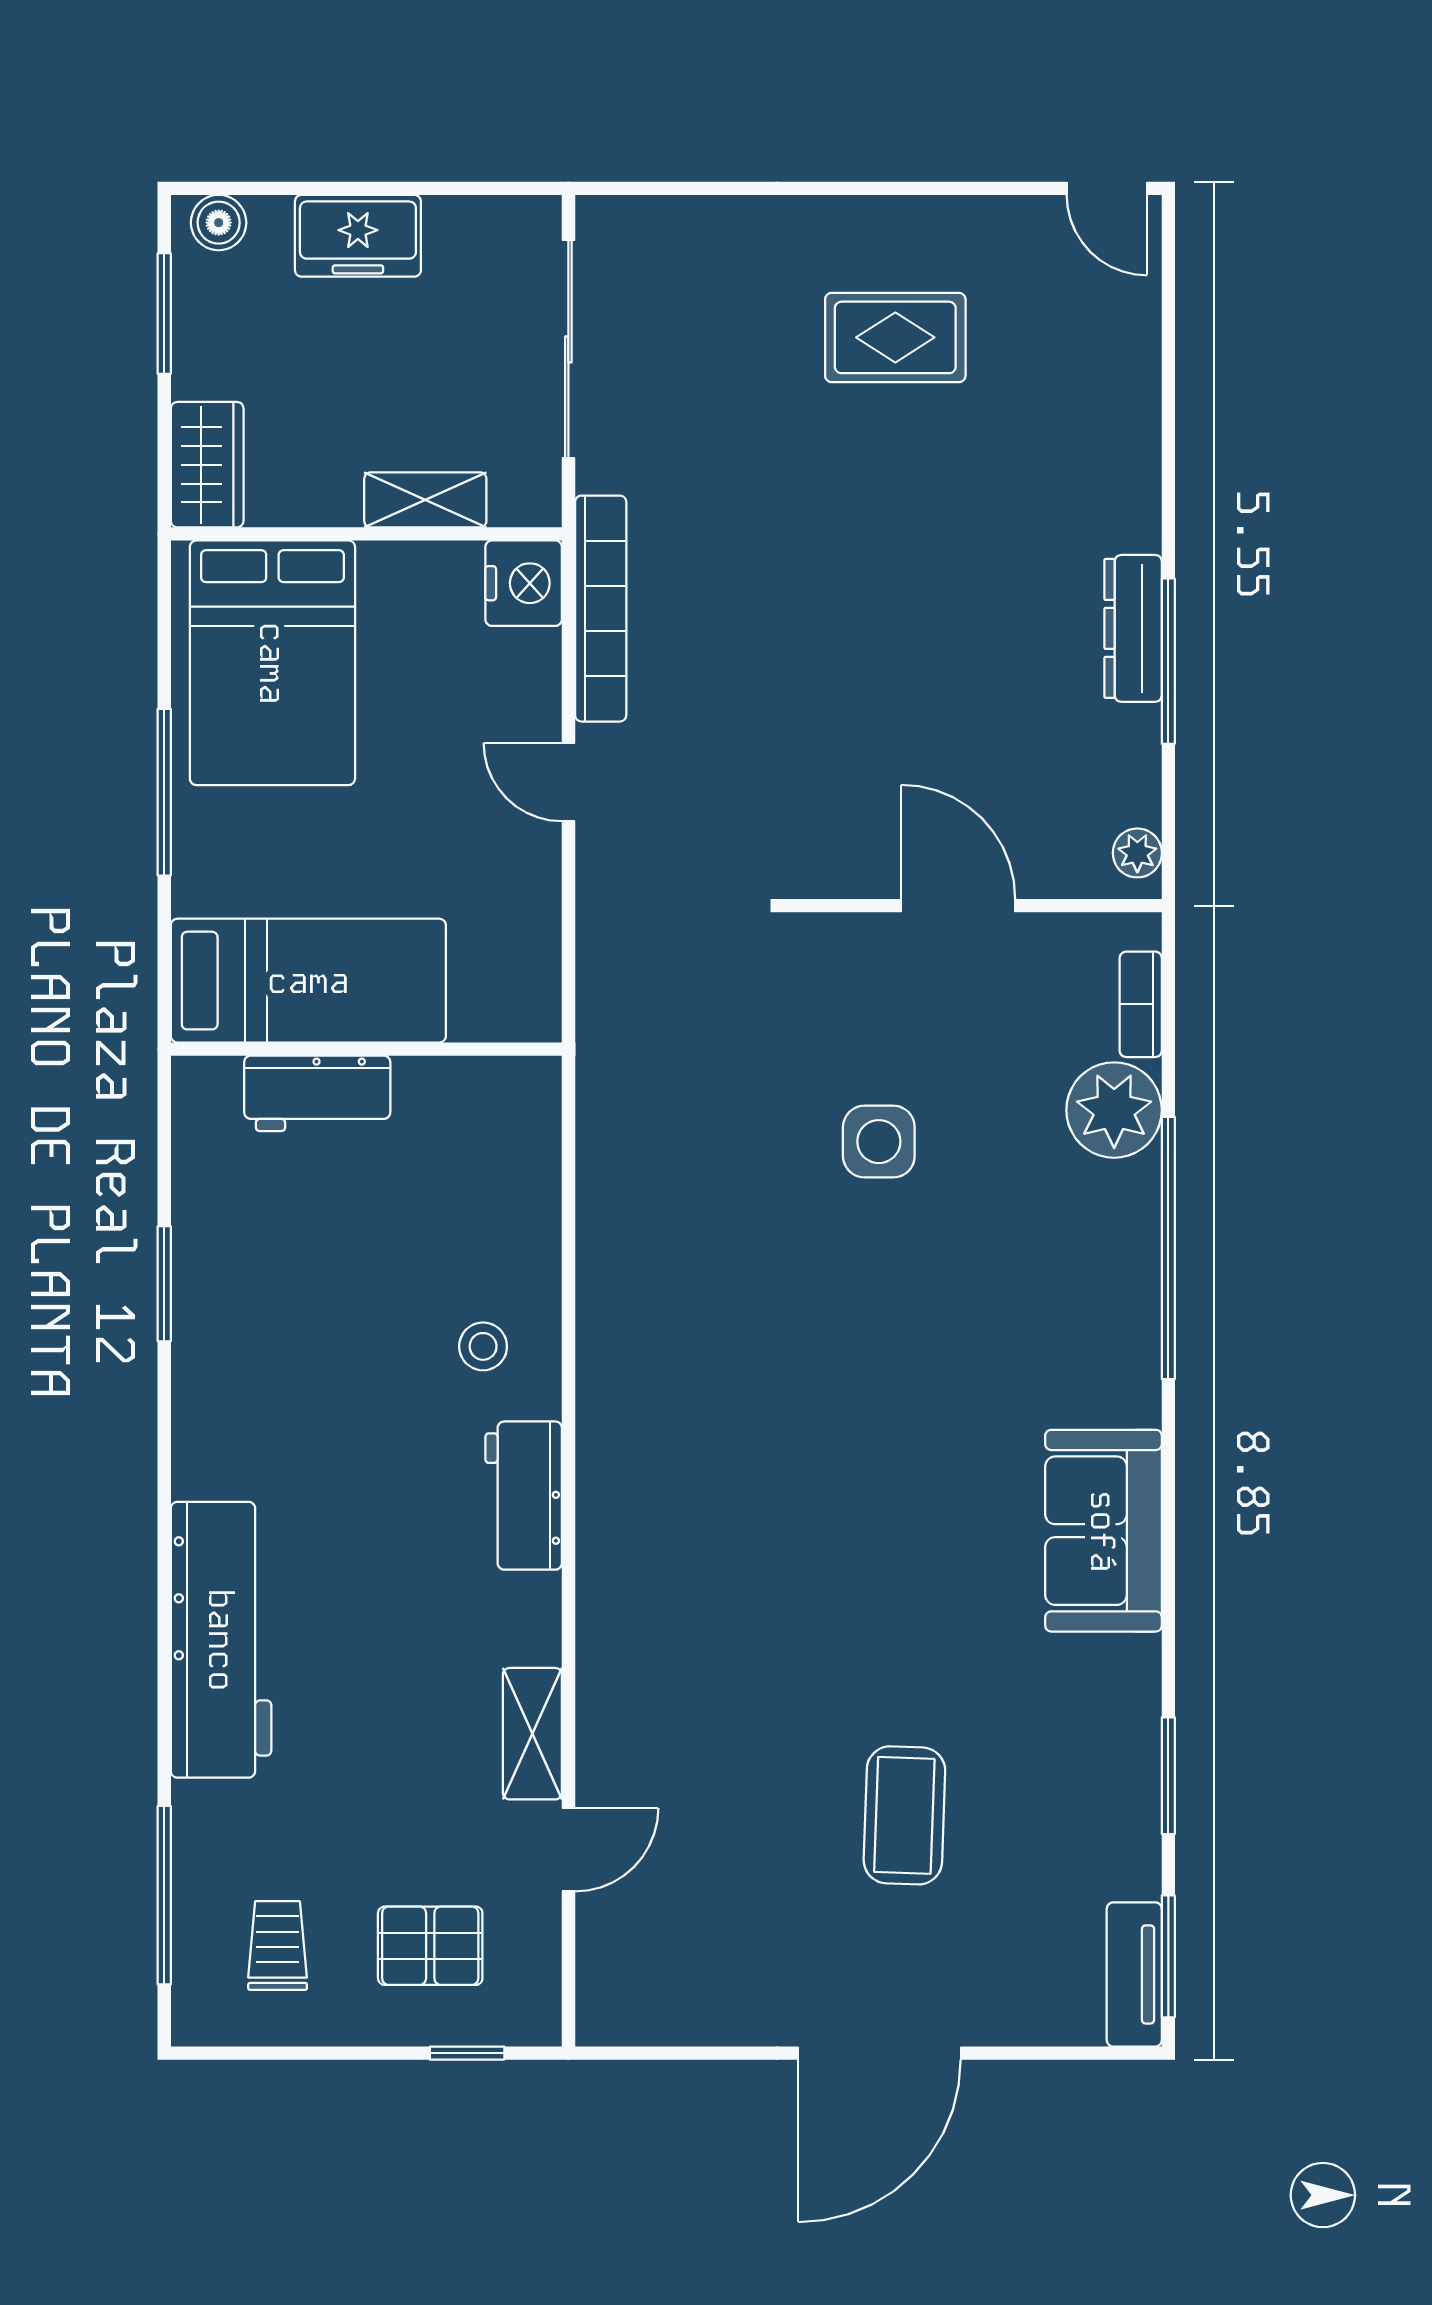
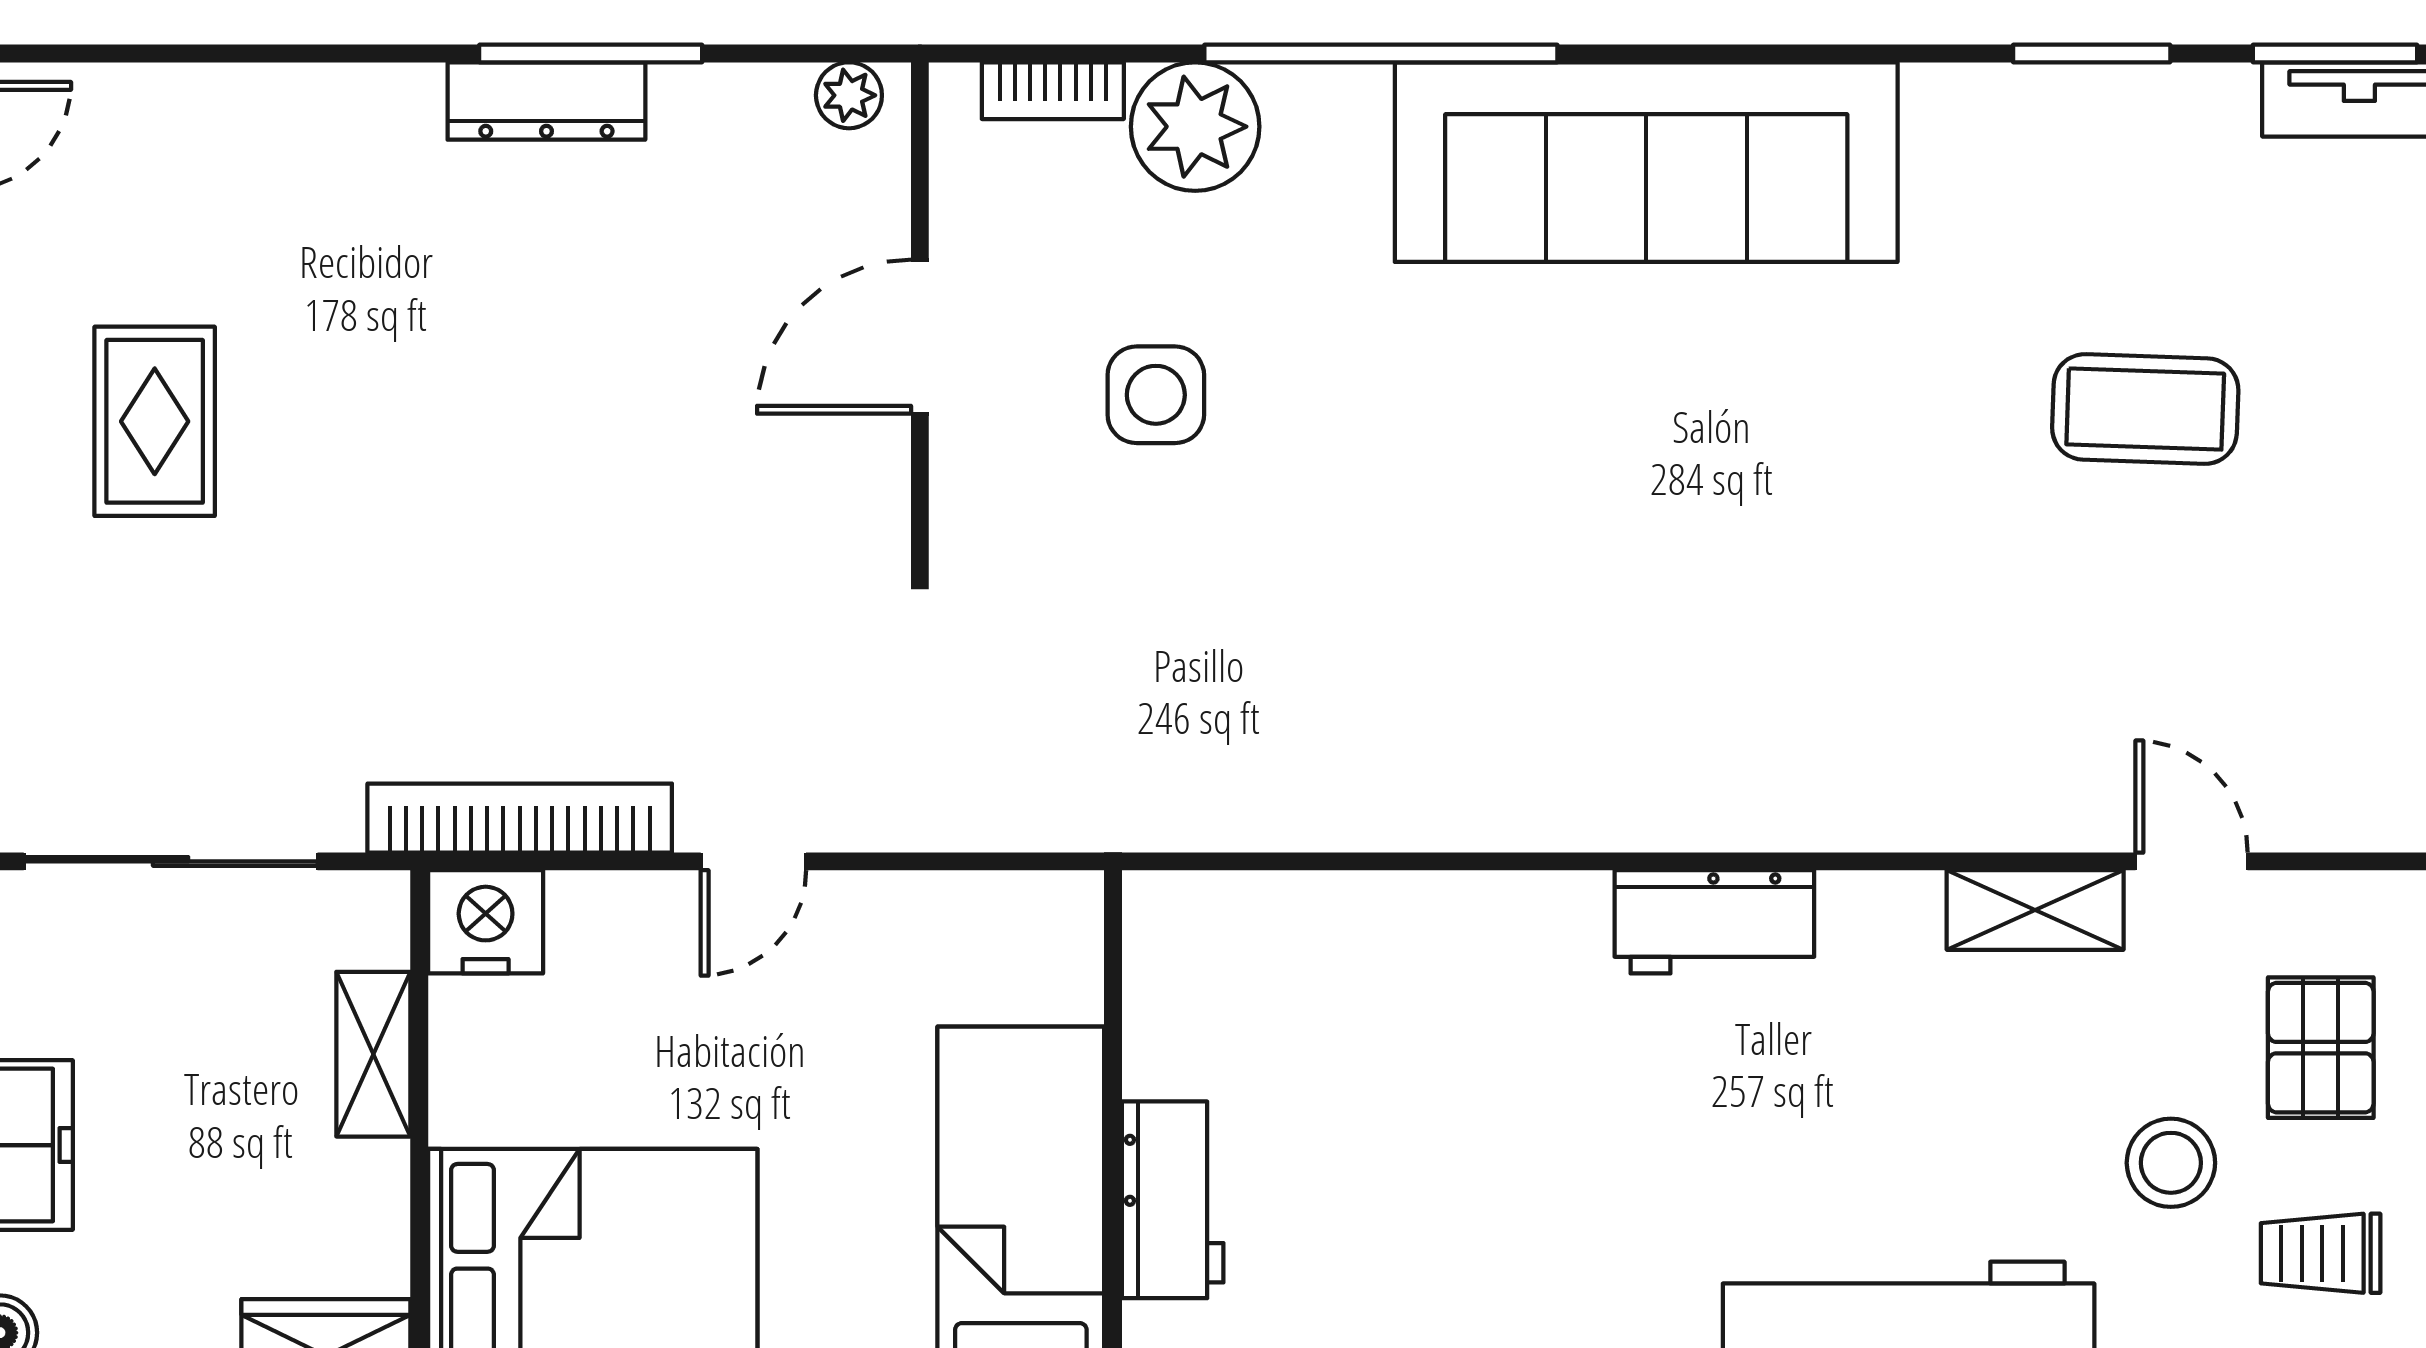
side table: (879, 1142) -> (1156, 395), moved
stool: (483, 1346) -> (2171, 1163), moved, width x1.37, depth x1.37
sofa: (1103, 1531) -> (1646, 162), width x1.85, depth x1.27

